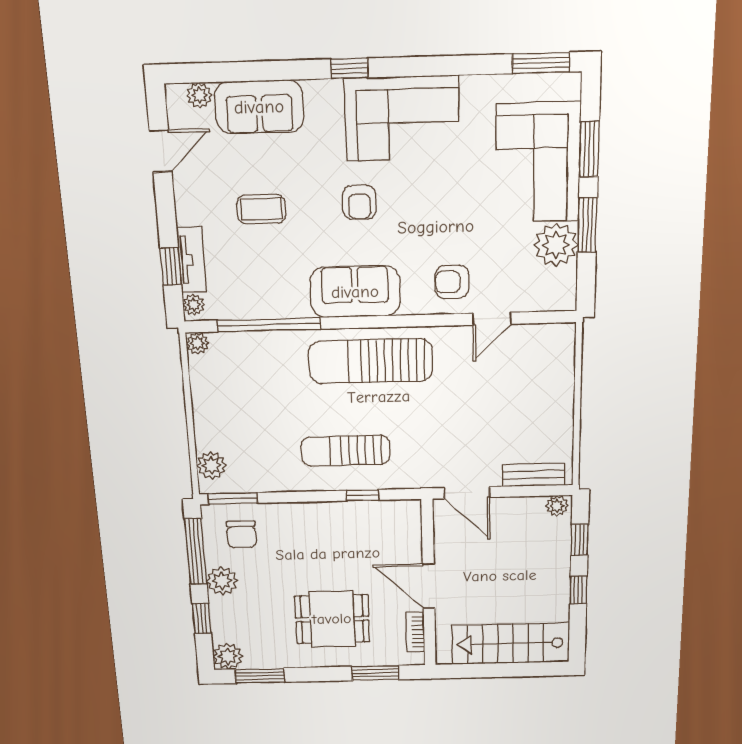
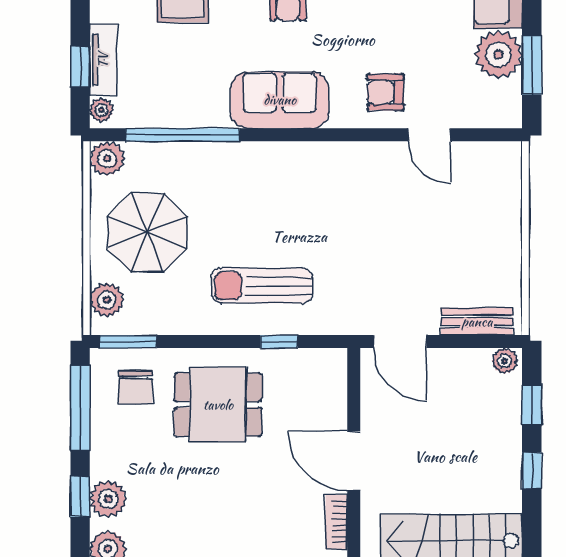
window: (587, 225) -> (532, 65), moved
door: (492, 319) -> (429, 135), hinge flipped
plant: (197, 343) -> (107, 159), width x1.38, depth x1.38
sun lounger: (371, 361) -> (294, 180), removed
parasol: (243, 409) -> (147, 233), added
plant: (222, 581) -> (108, 499), moved
dining table: (332, 619) -> (218, 405), moved

